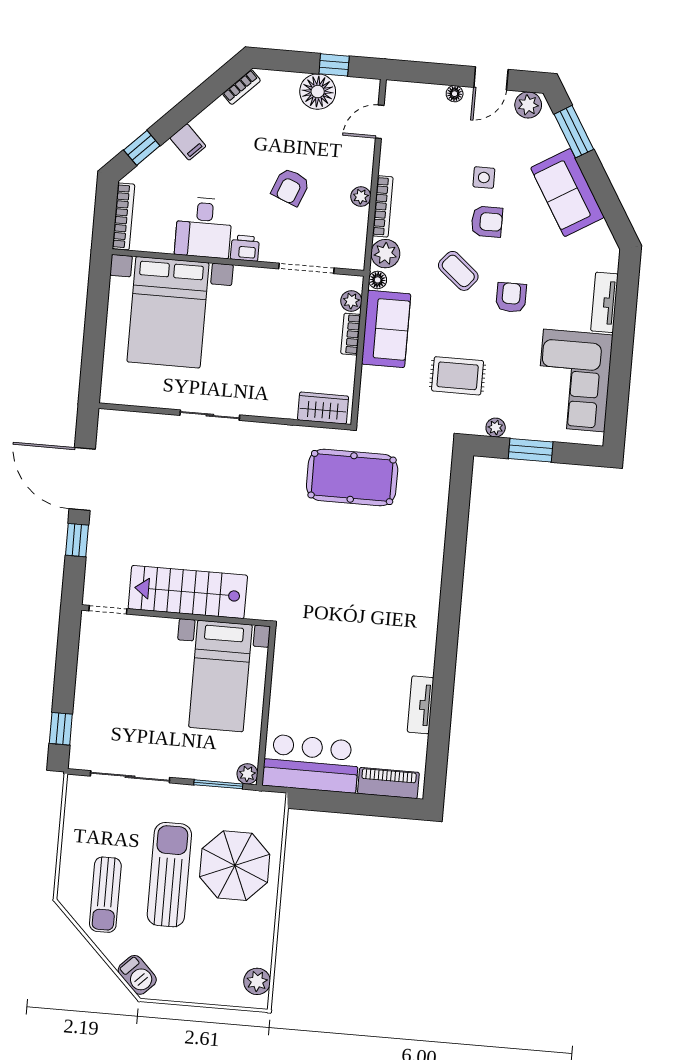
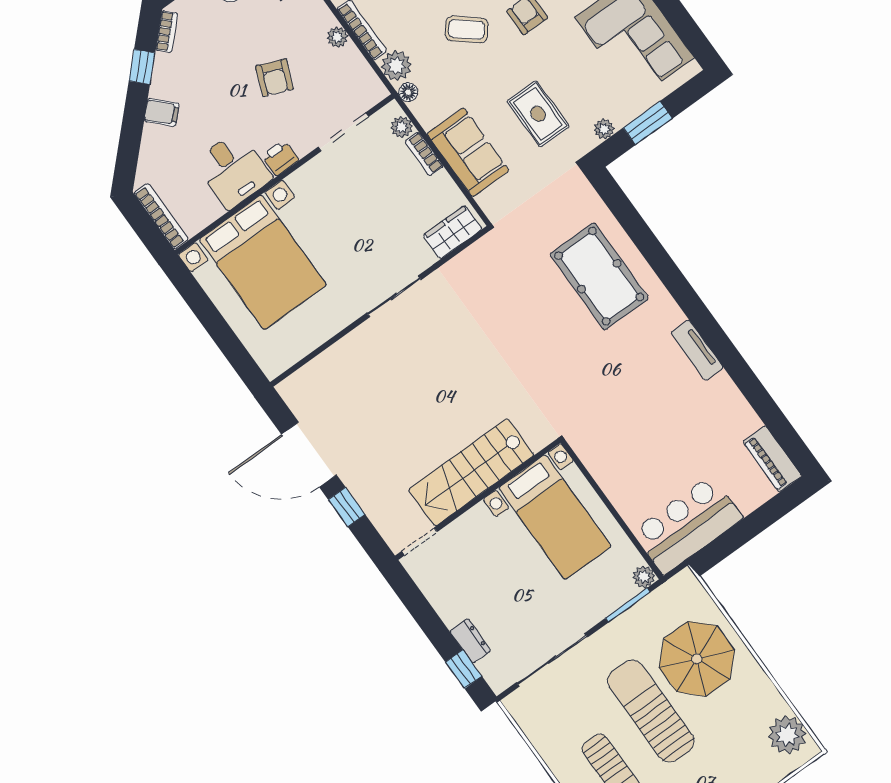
window: (142, 148) -> (142, 67), moved
sofa: (386, 329) -> (468, 152), moved
rug: (458, 376) -> (538, 114), turned 90
sliding door: (210, 415) -> (394, 296), moved
pool table: (352, 478) -> (599, 276), moved, turned 90
tv unit: (420, 705) -> (697, 350), moved
dresser: (83, 713) -> (470, 641), added
piano: (388, 783) -> (772, 459), moved, turned -90
plant: (257, 981) -> (787, 735), width x1.36, depth x1.36

